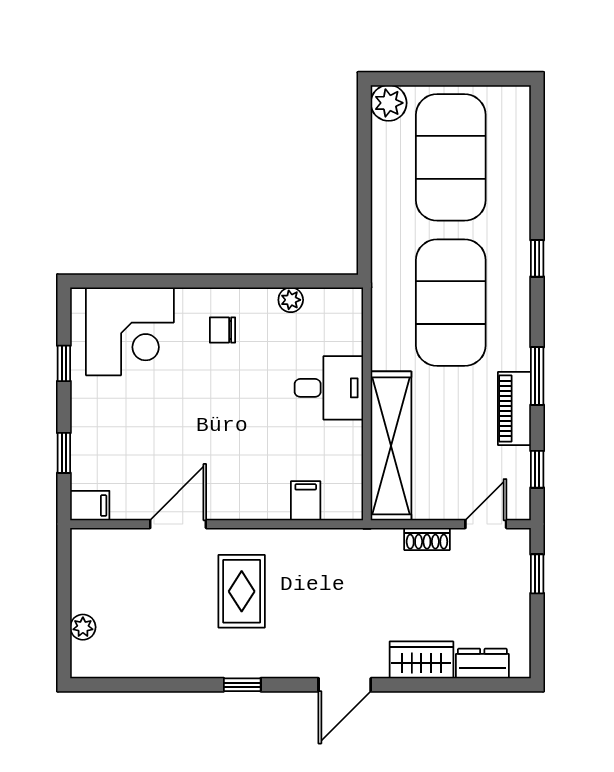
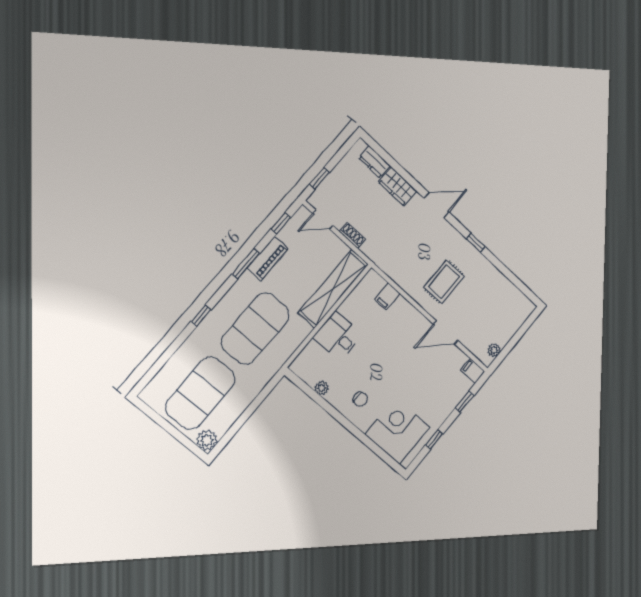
plant: (83, 627) -> (494, 350), moved

